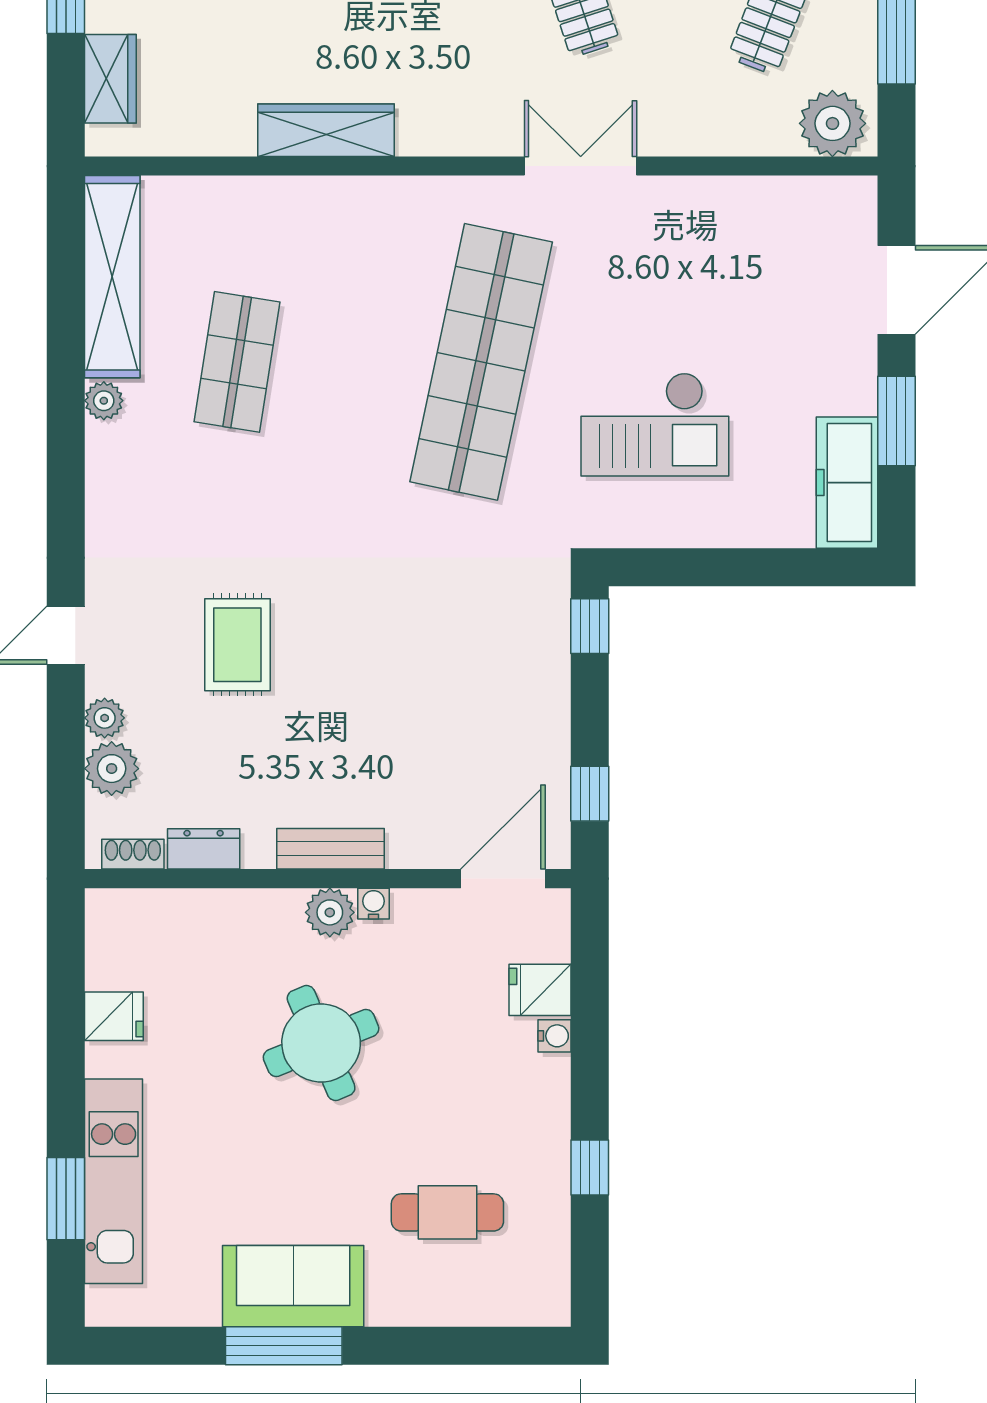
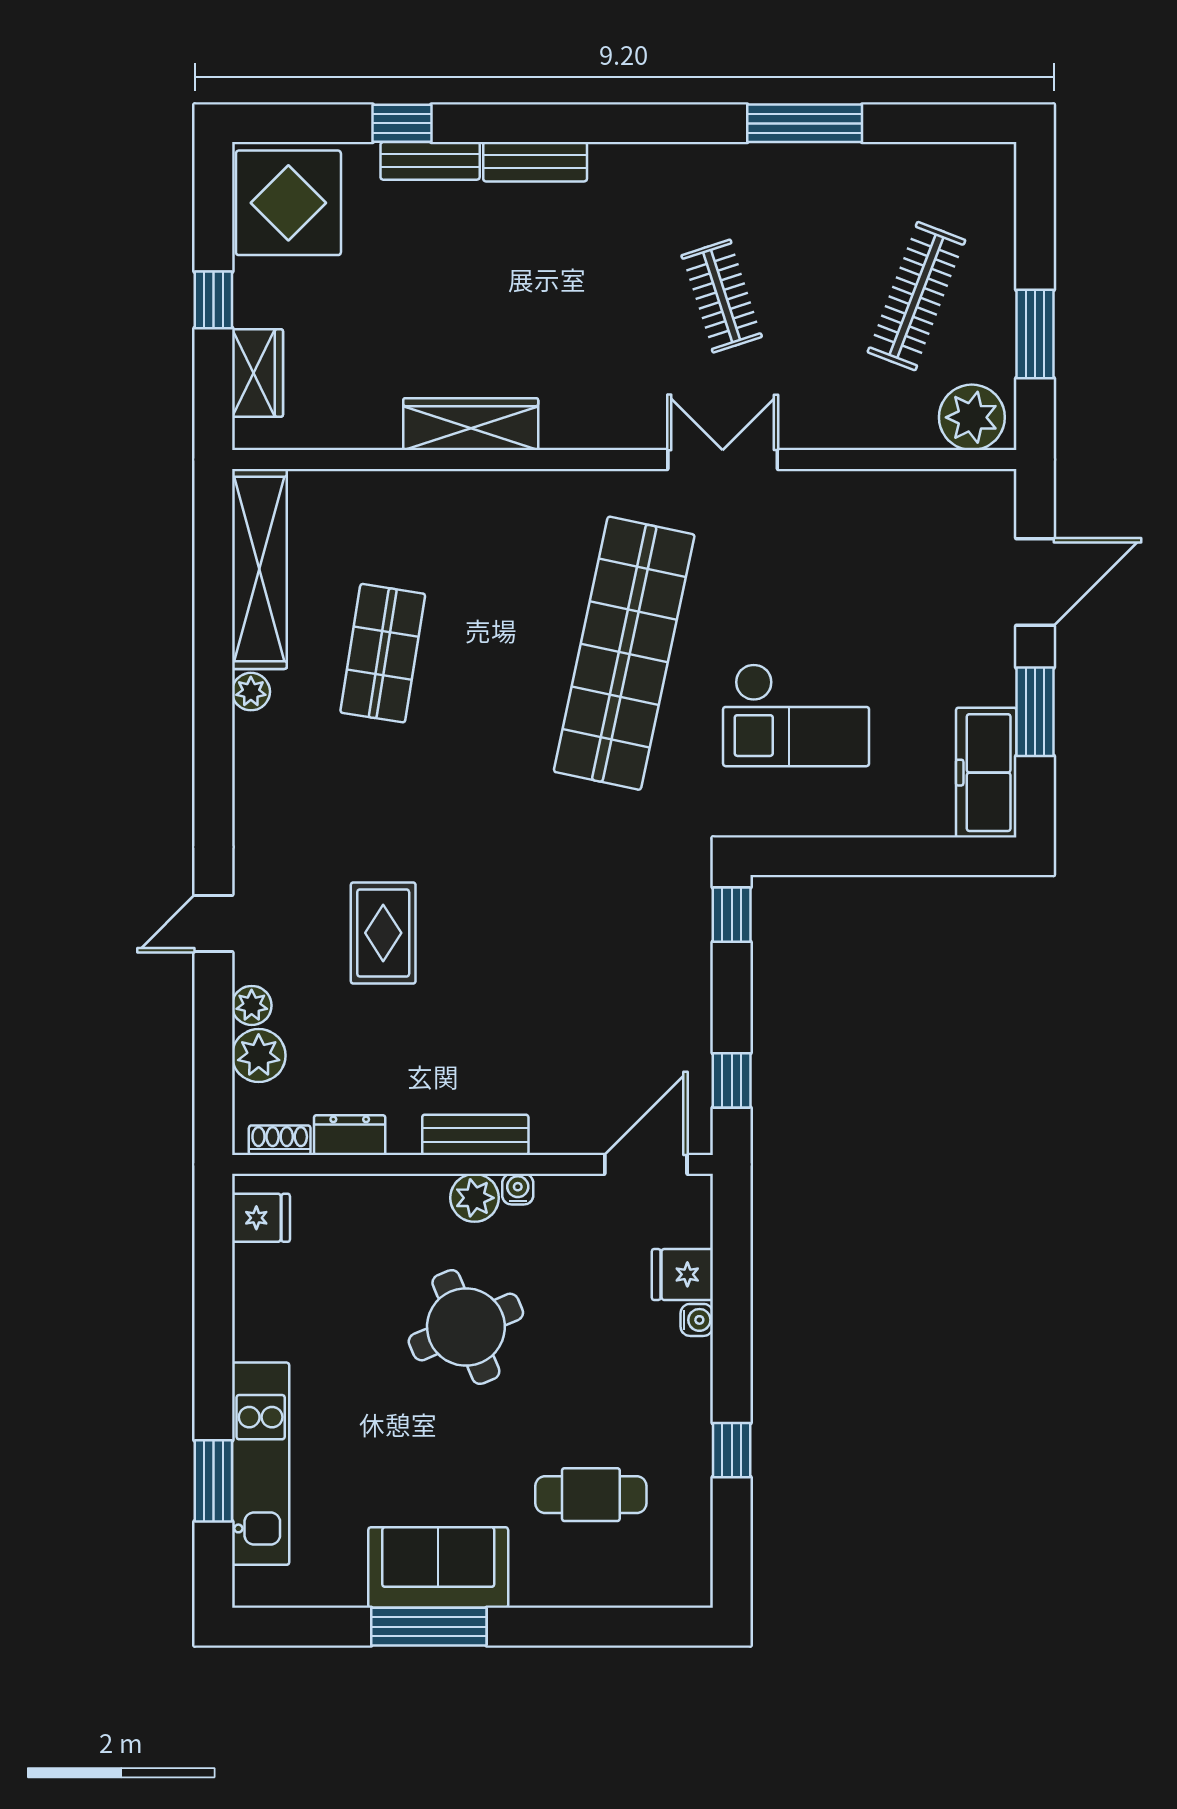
fridge: (114, 1016) -> (261, 1218), moved

